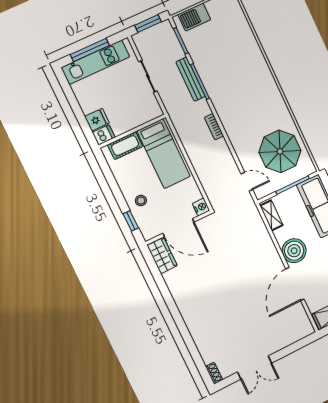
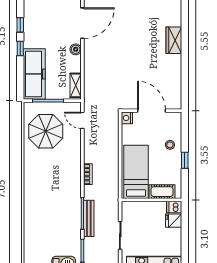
window: (131, 221) -> (185, 160), moved
boiler: (294, 251) -> (76, 49), width x0.54, depth x0.54
wardrobe: (162, 256) -> (174, 40), moved

